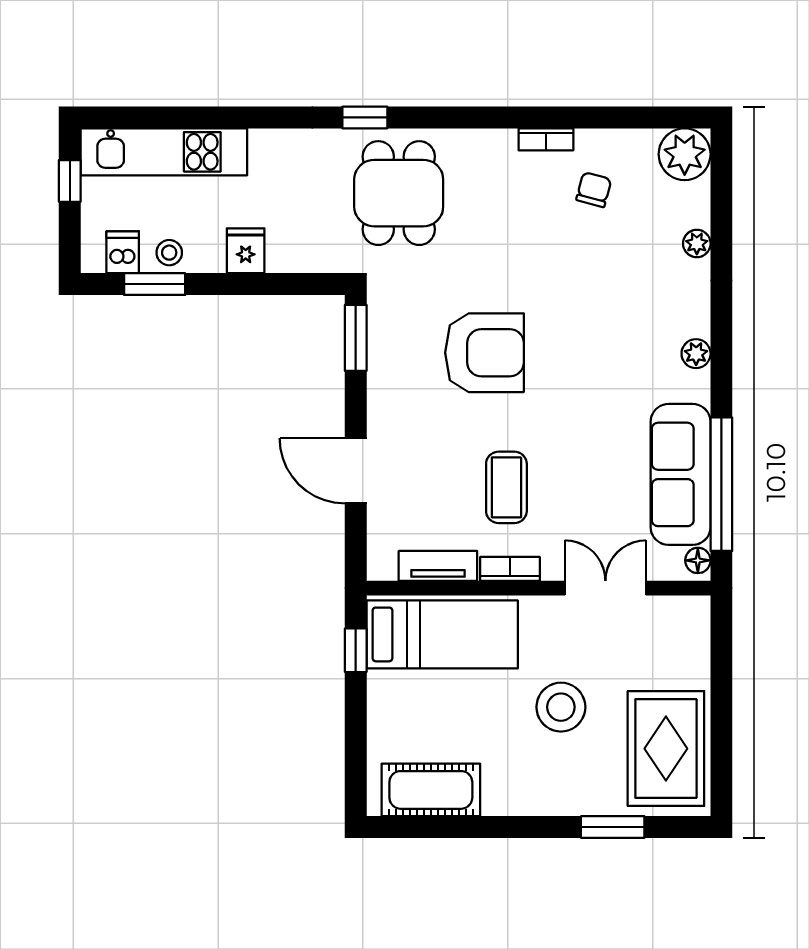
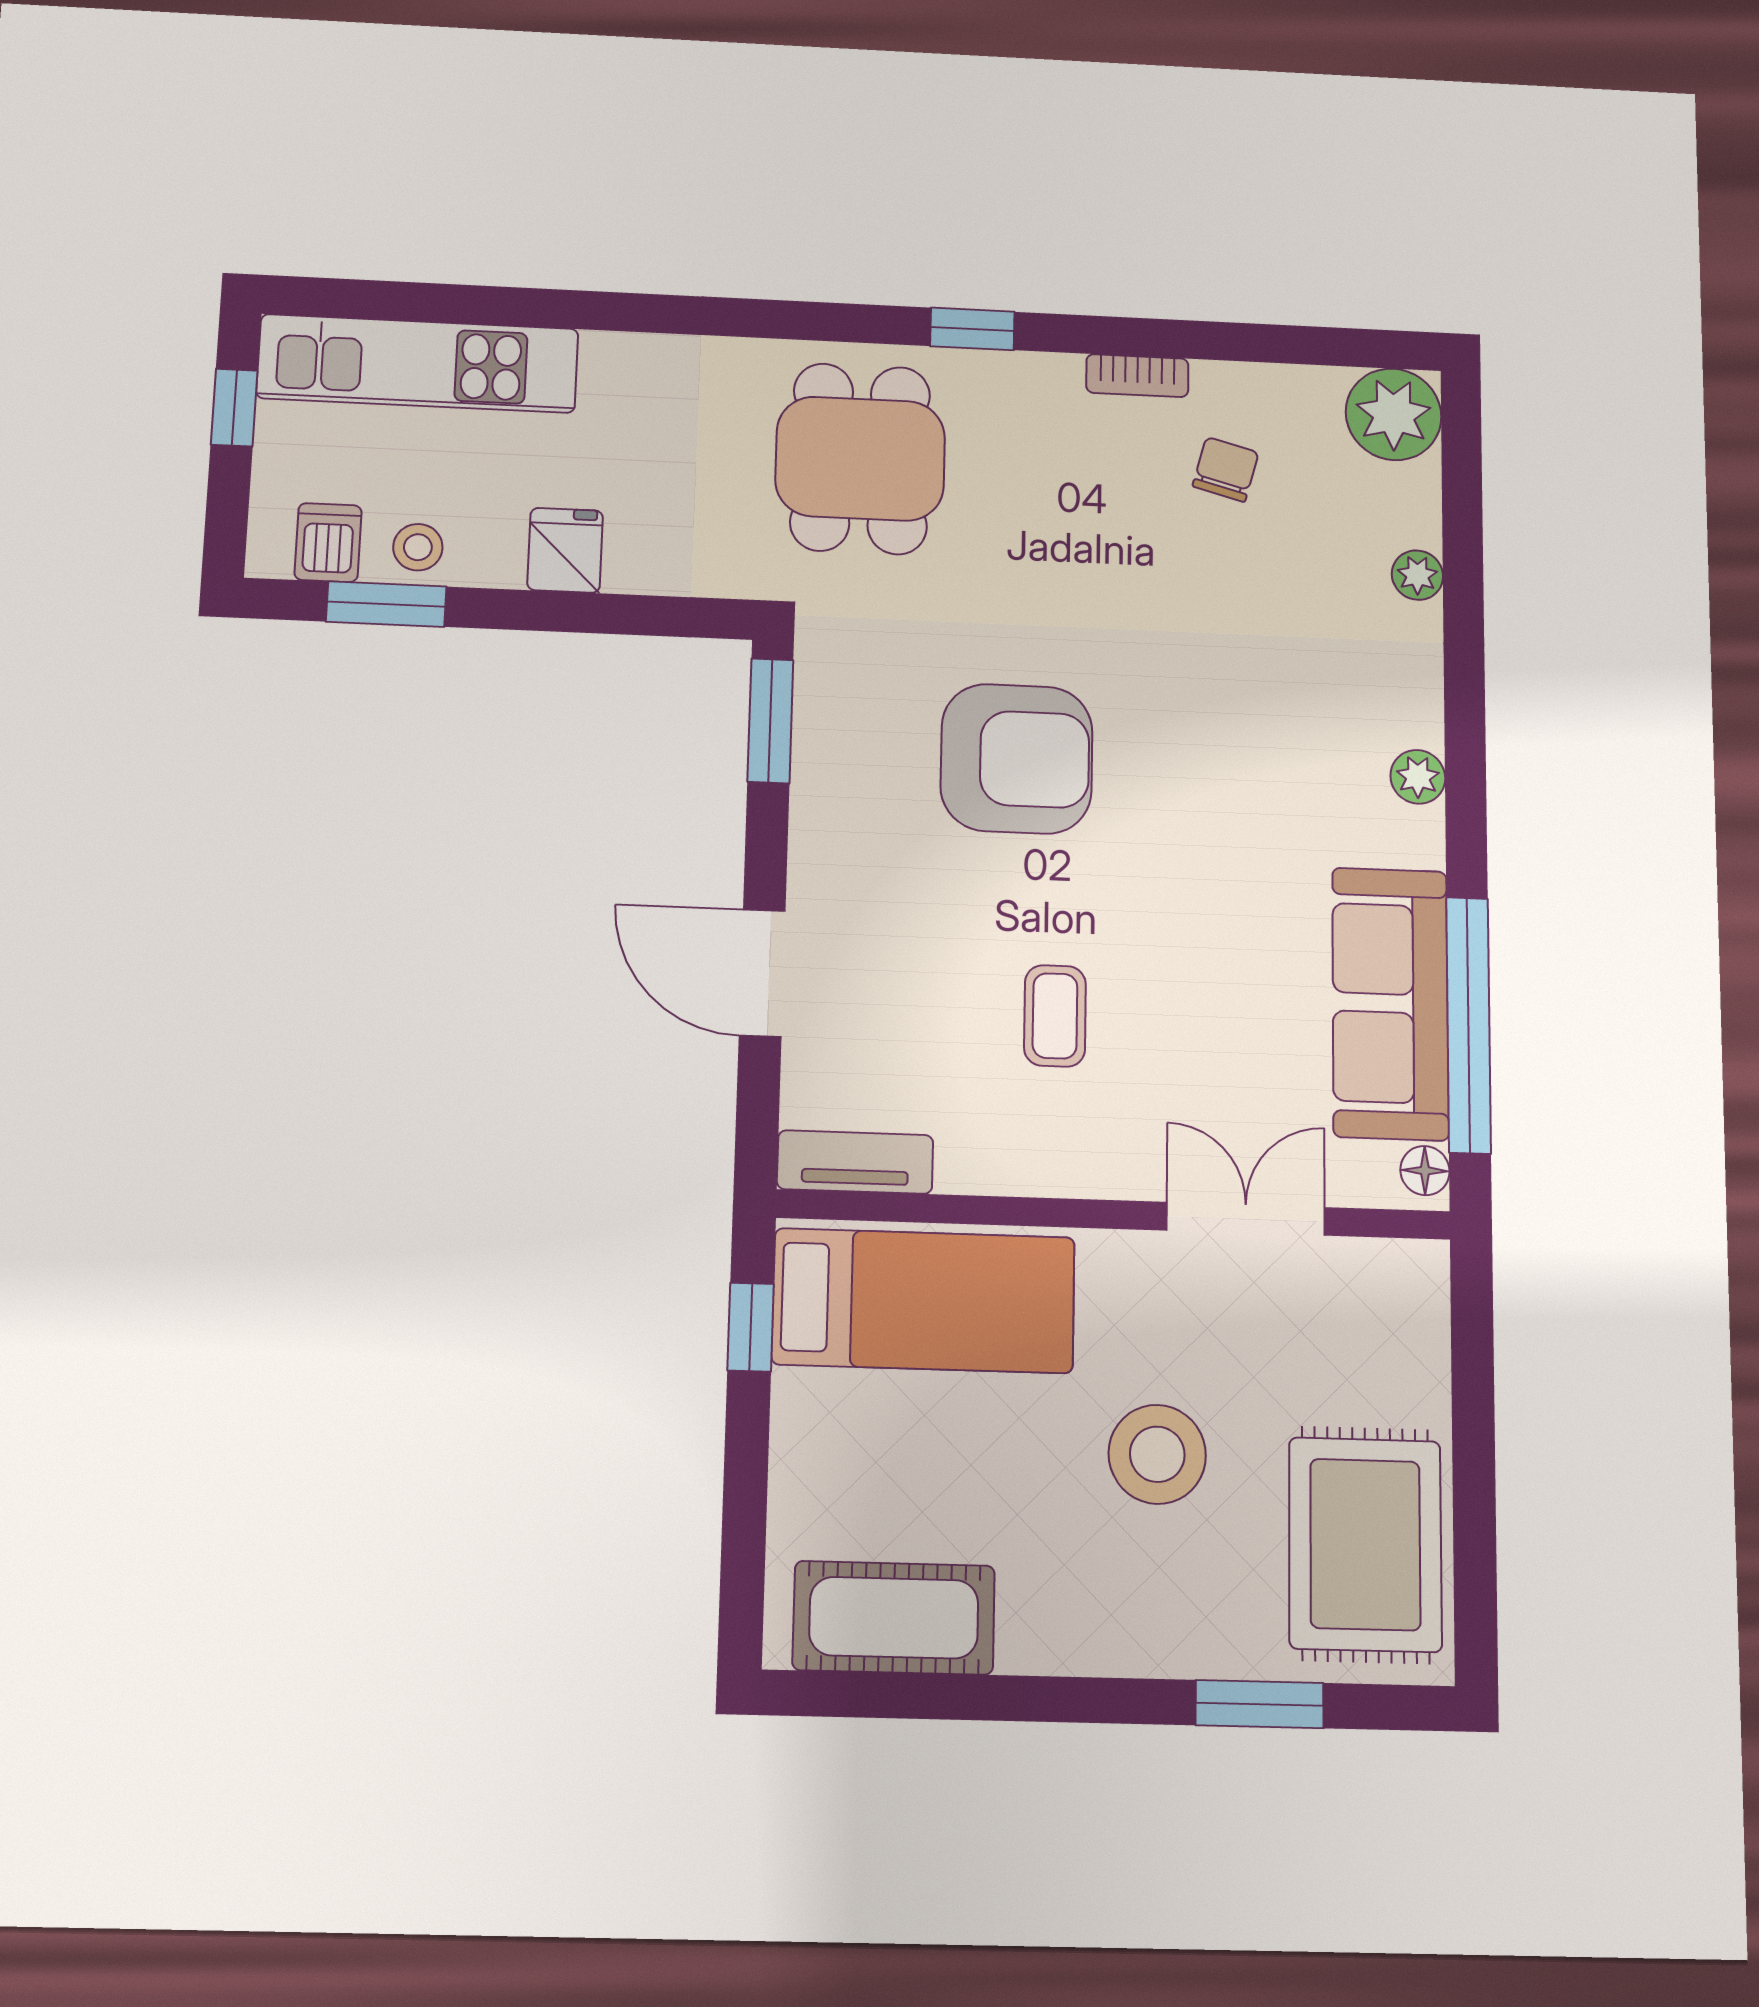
window: (365, 117) -> (972, 329), moved
coffee table: (506, 487) -> (1055, 1016), width x0.73, depth x0.77
tv unit: (438, 566) -> (855, 1162), moved
bookcase: (510, 569) -> (1060, 1175), removed

